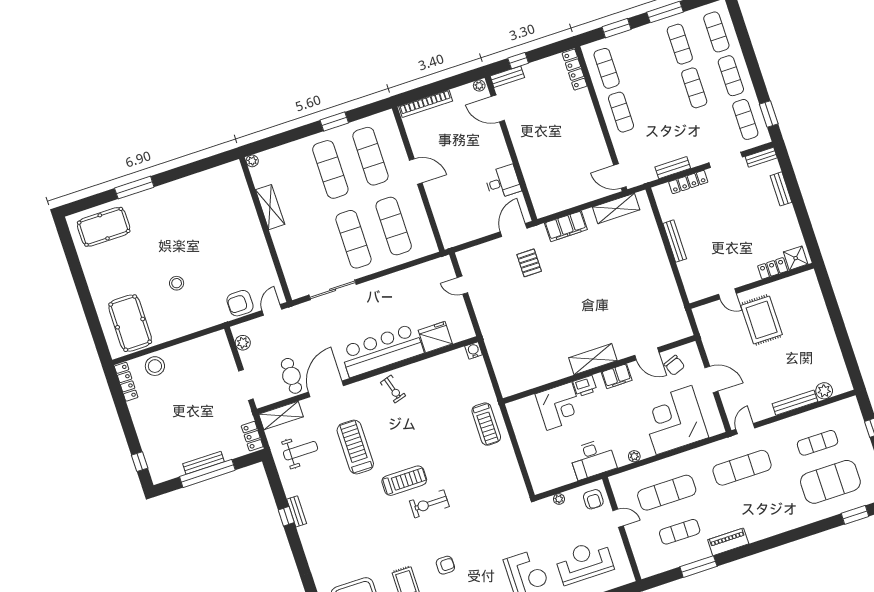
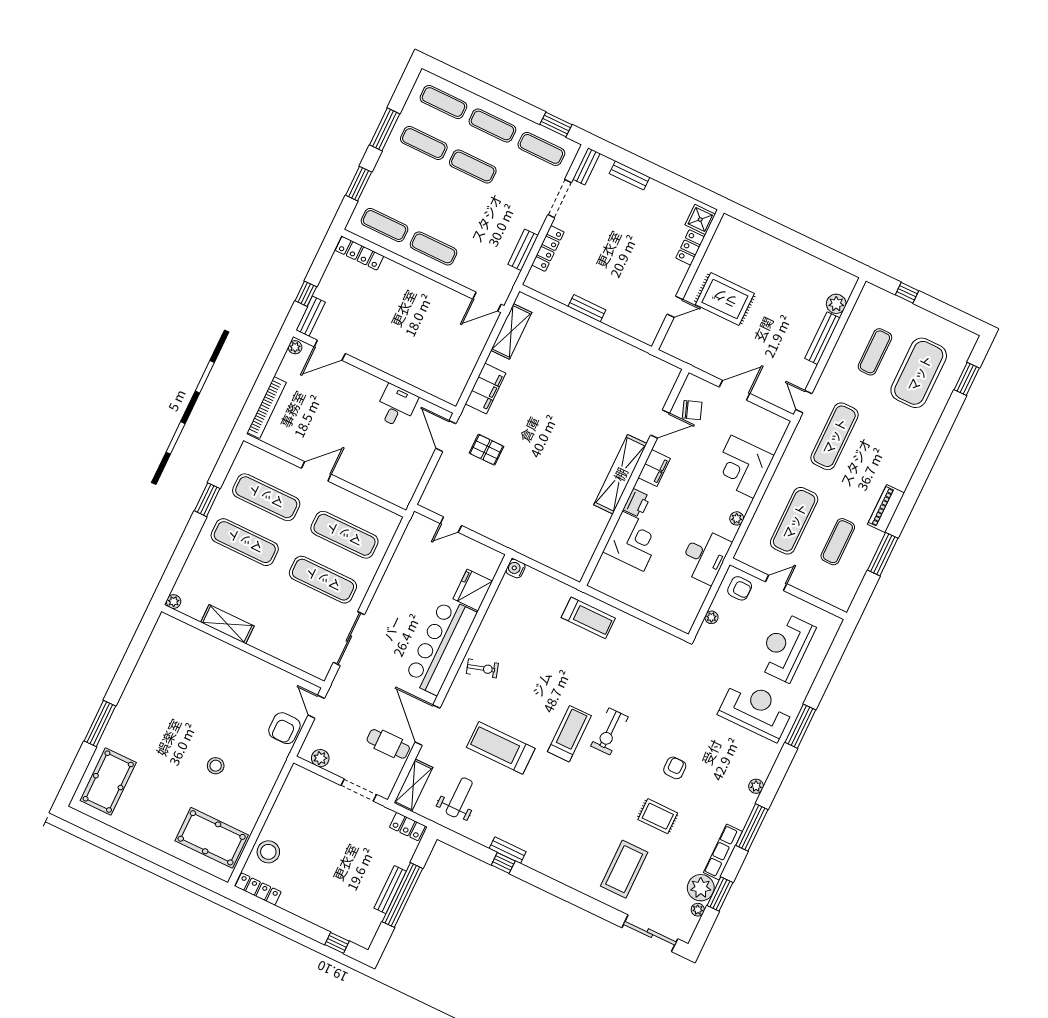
bench: (675, 241) -> (587, 308), width x0.73
shelving: (593, 359) -> (620, 474), width x1.47
corner desk: (674, 420) -> (742, 467), width x0.74, depth x0.74

